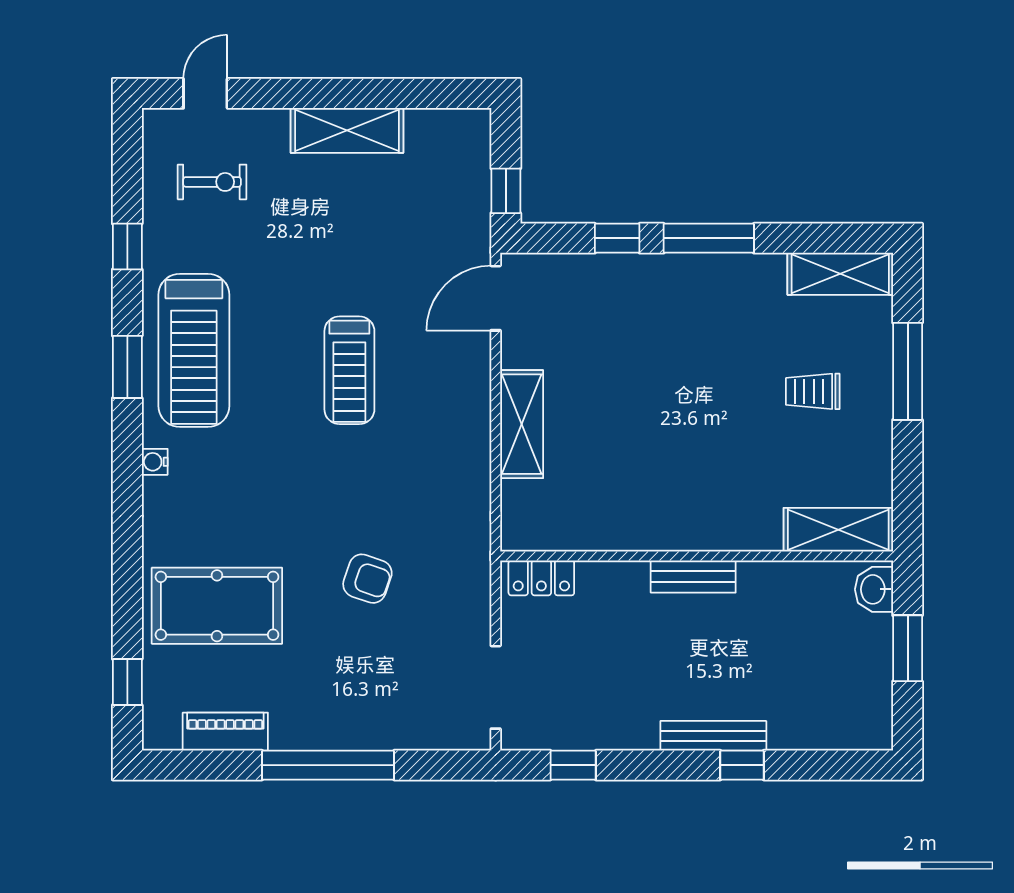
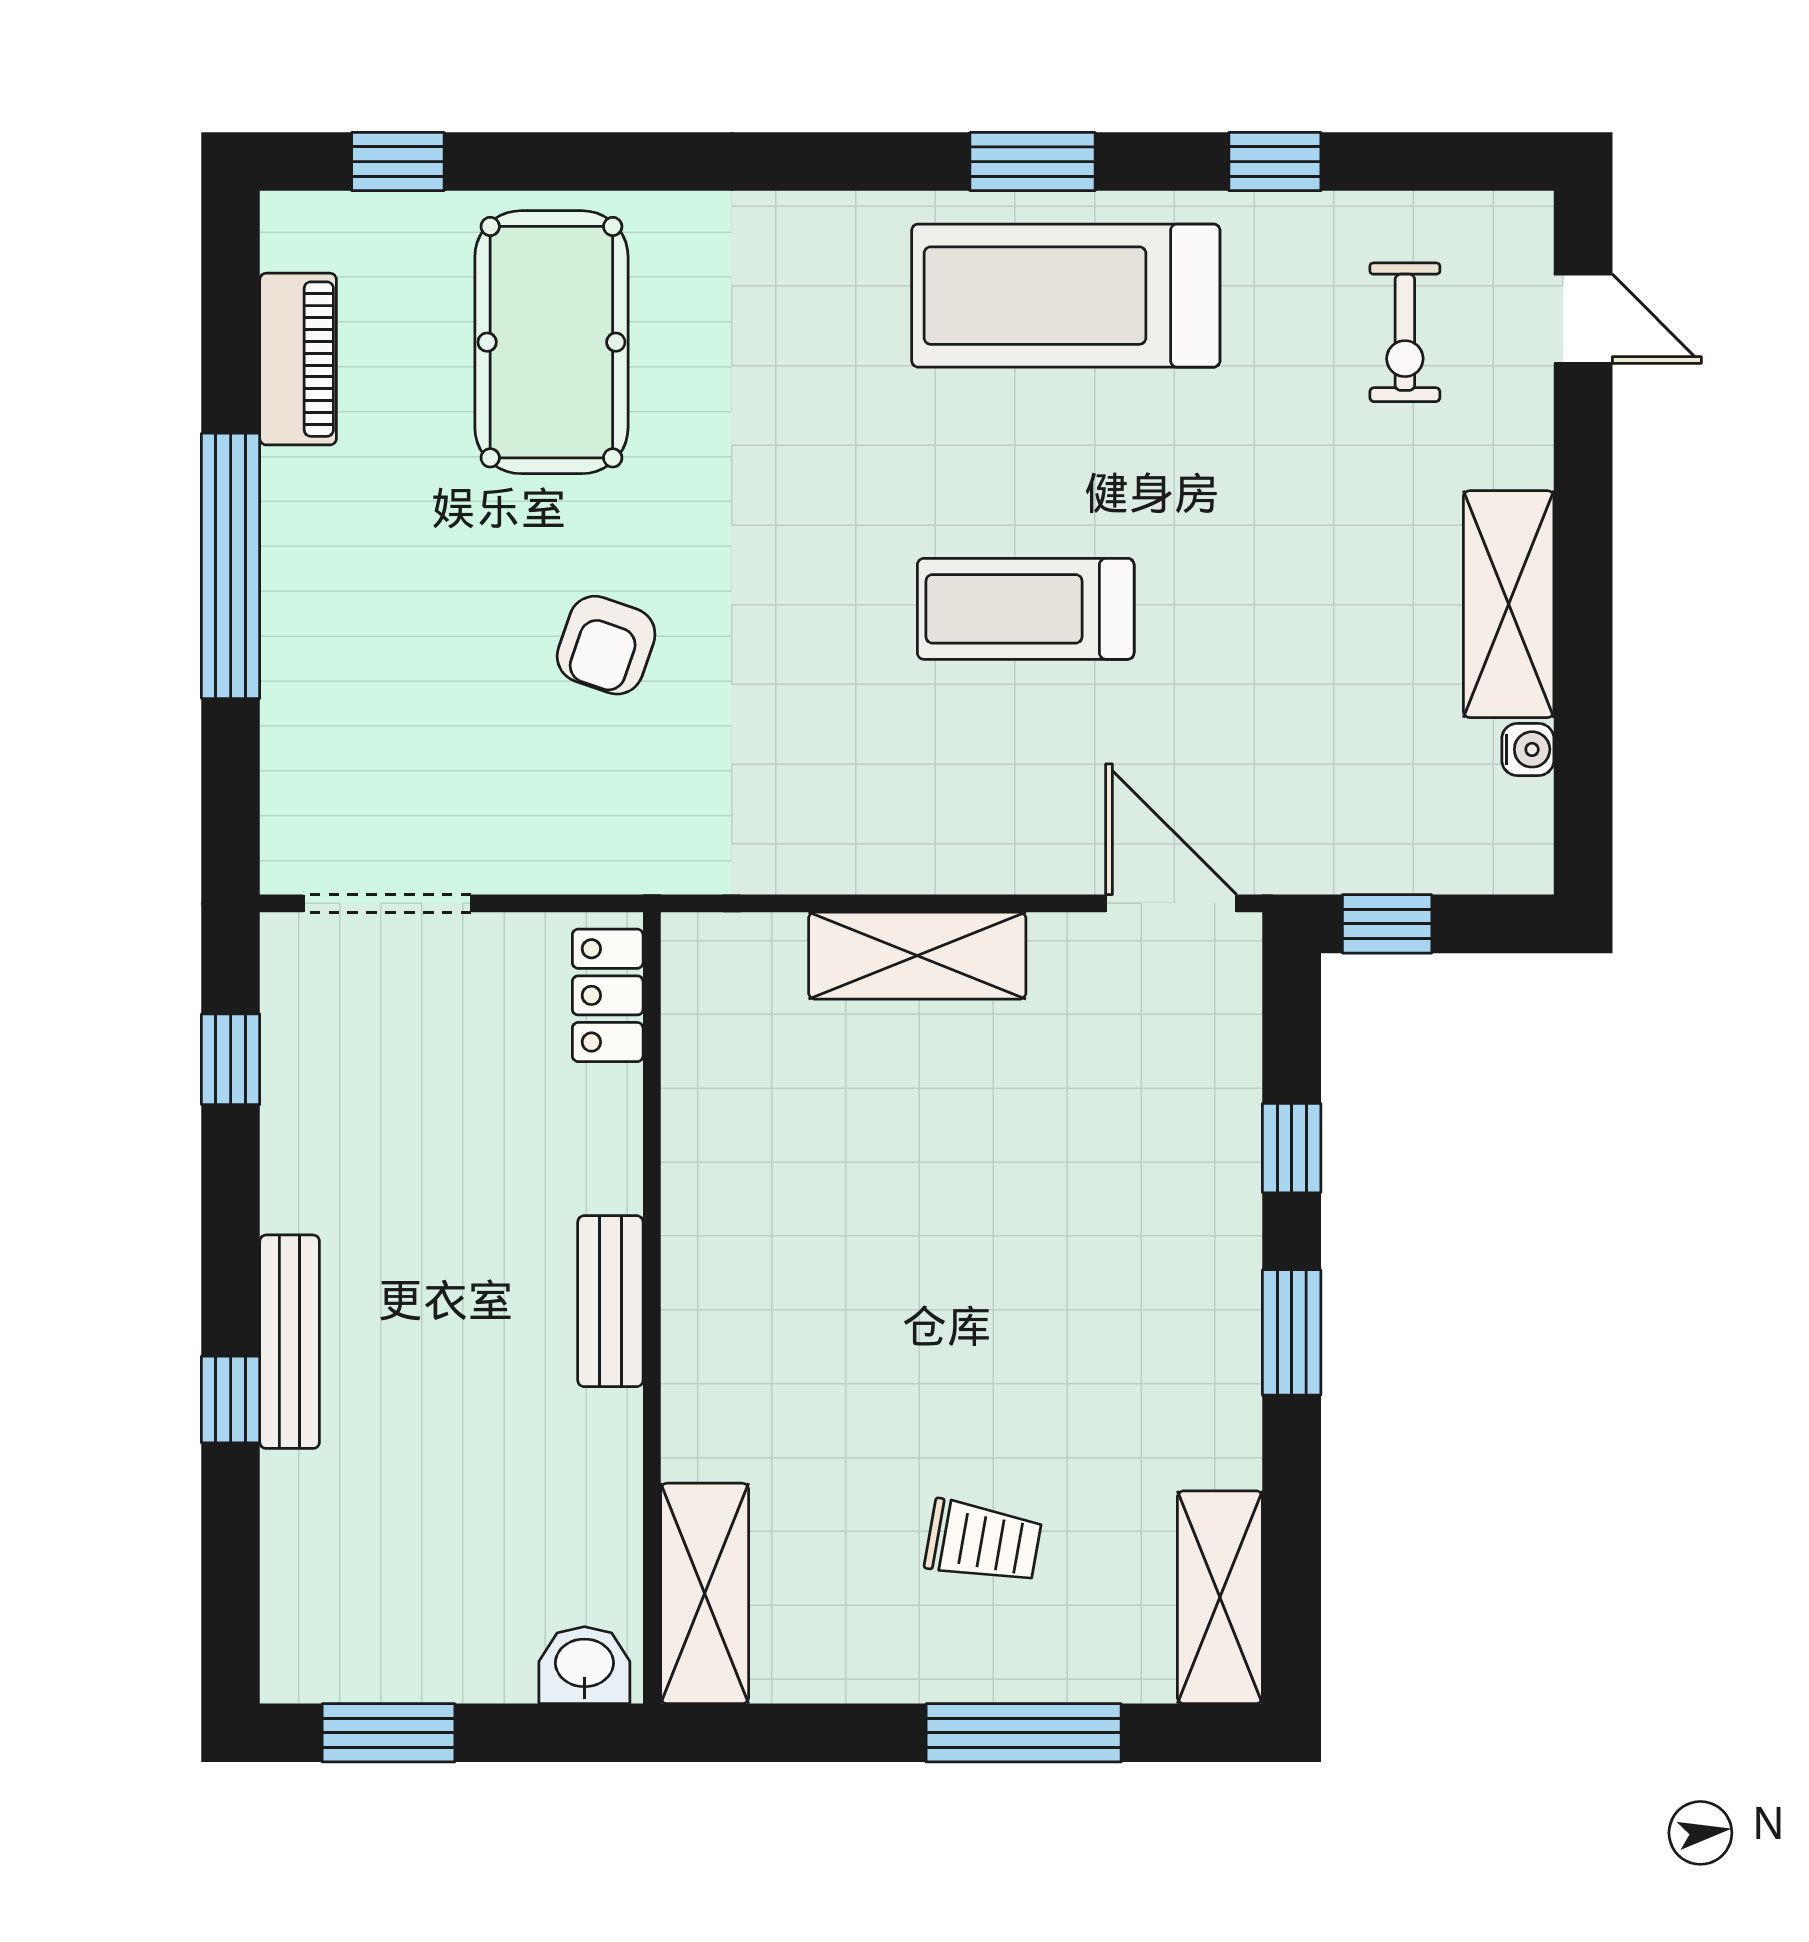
window: (709, 238) -> (1292, 1332), width x0.69
trolley: (813, 391) -> (983, 1542), turned 100
water cooler: (155, 462) -> (1528, 749), moved, turned 90
window: (908, 648) -> (389, 1733), moved

